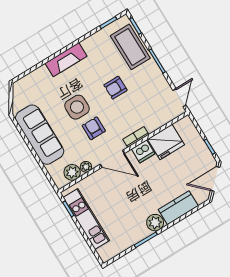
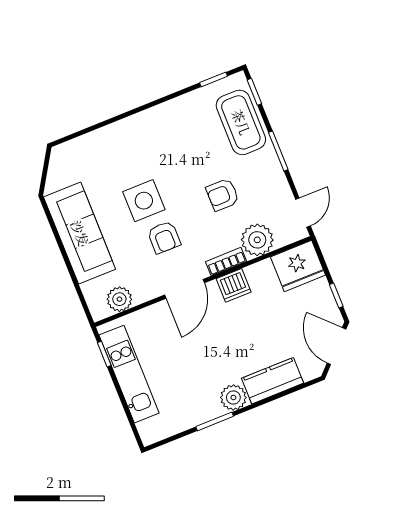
fireplace: (66, 60) -> (139, 125), removed
armchair: (115, 88) -> (222, 195), moved
armchair: (94, 128) -> (164, 237), turned 180
fridge: (166, 142) -> (298, 266), moved
door: (112, 159) -> (184, 289), hinge flipped
plant: (86, 167) -> (257, 240), moved, width x1.88, depth x1.88
door: (215, 179) -> (336, 346), hinge flipped

